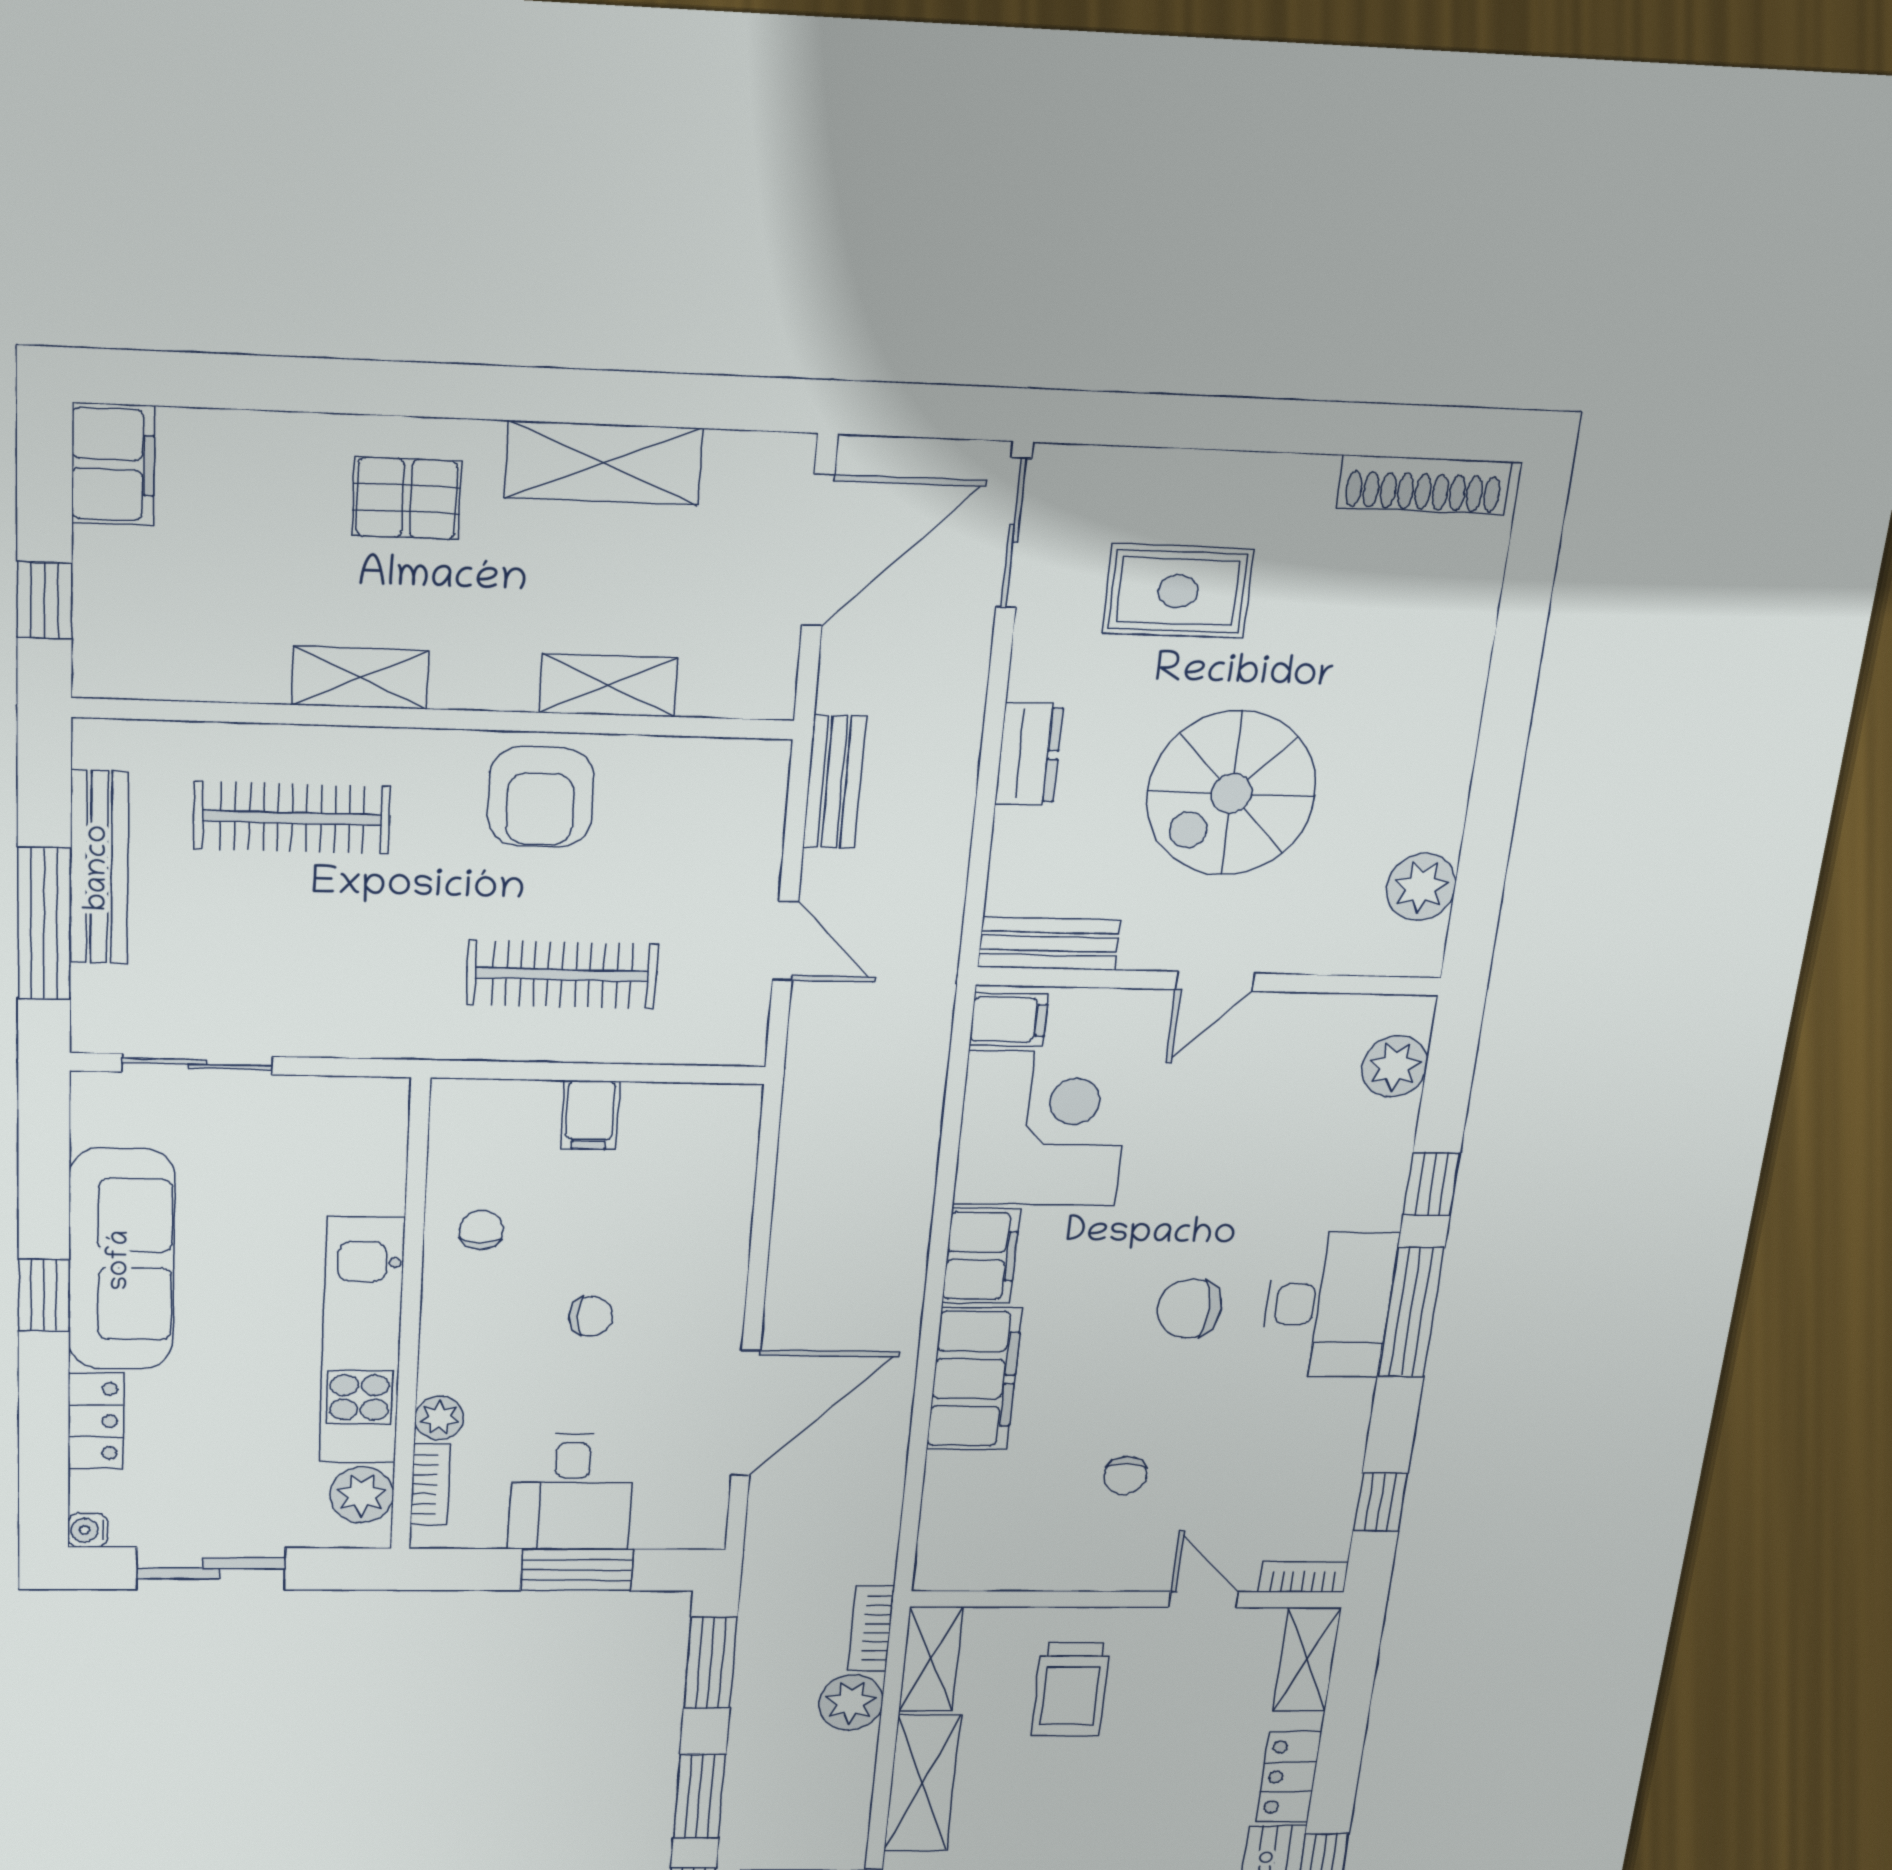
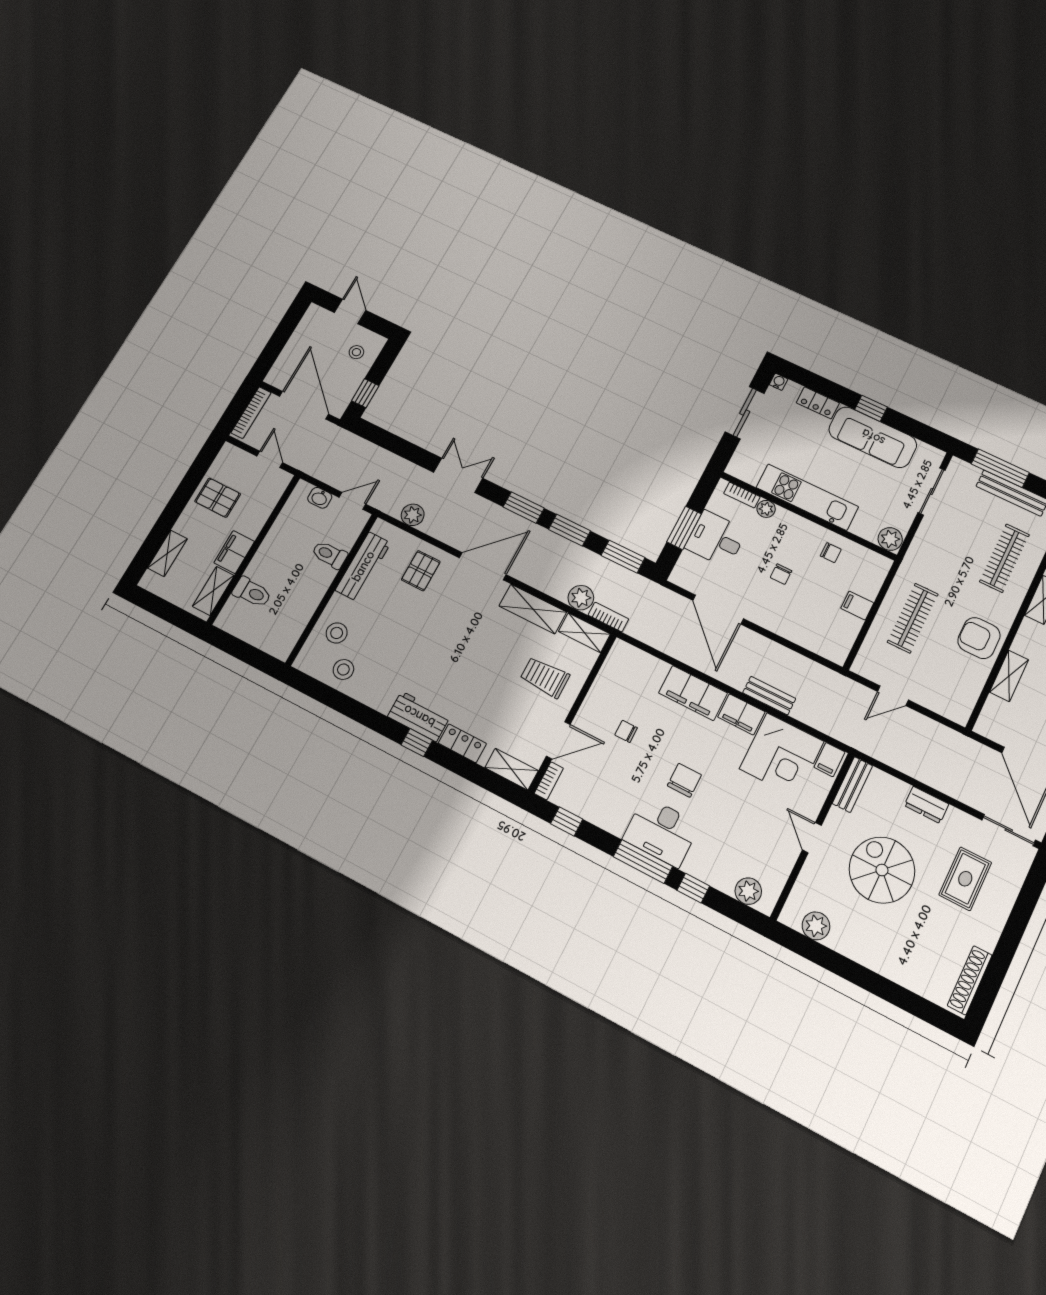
bench: (834, 782) -> (769, 696), moved
plant: (362, 1495) -> (890, 539), moved
door: (1204, 1599) -> (558, 740), width x1.37

